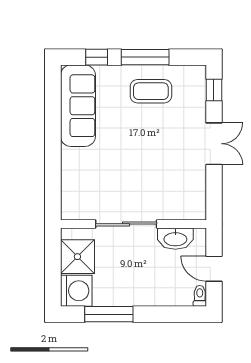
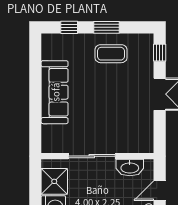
window: (145, 57) -> (106, 27), width x0.69
sofa: (78, 106) -> (55, 92), moved
door: (214, 269) -> (160, 191), hinge flipped

